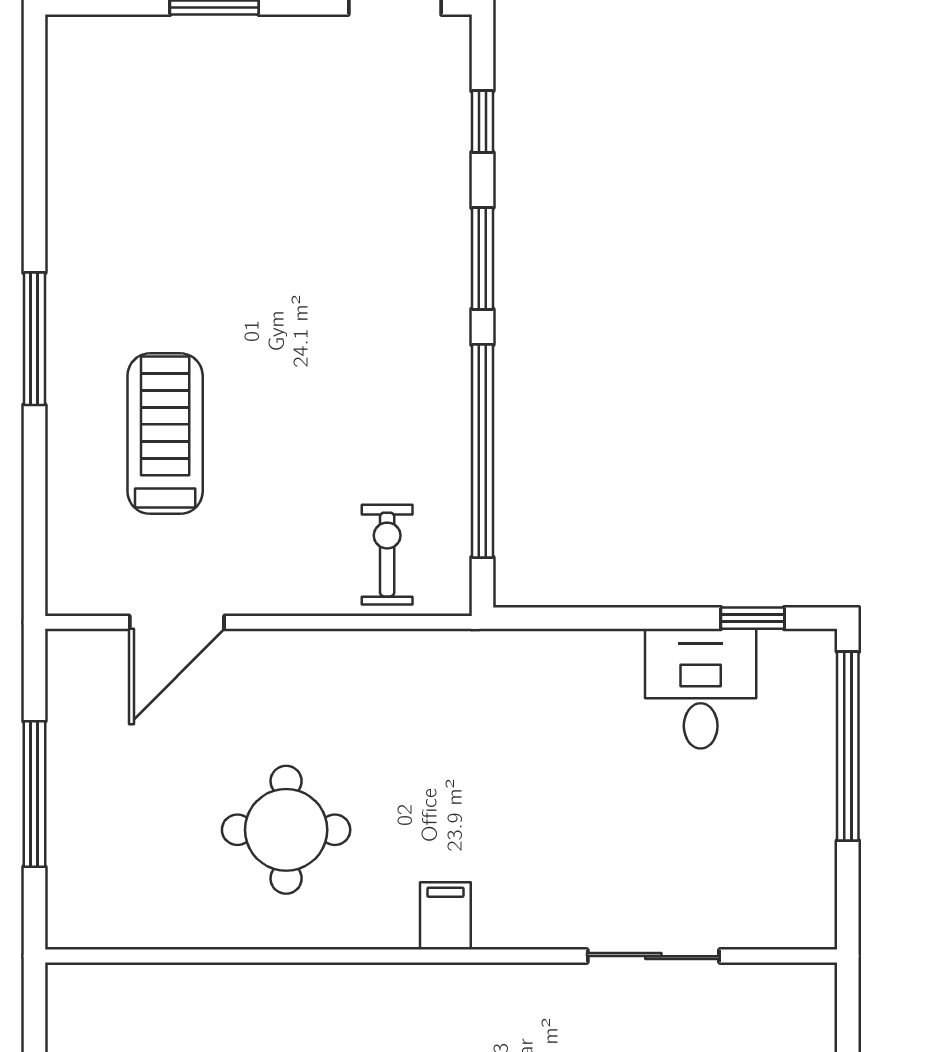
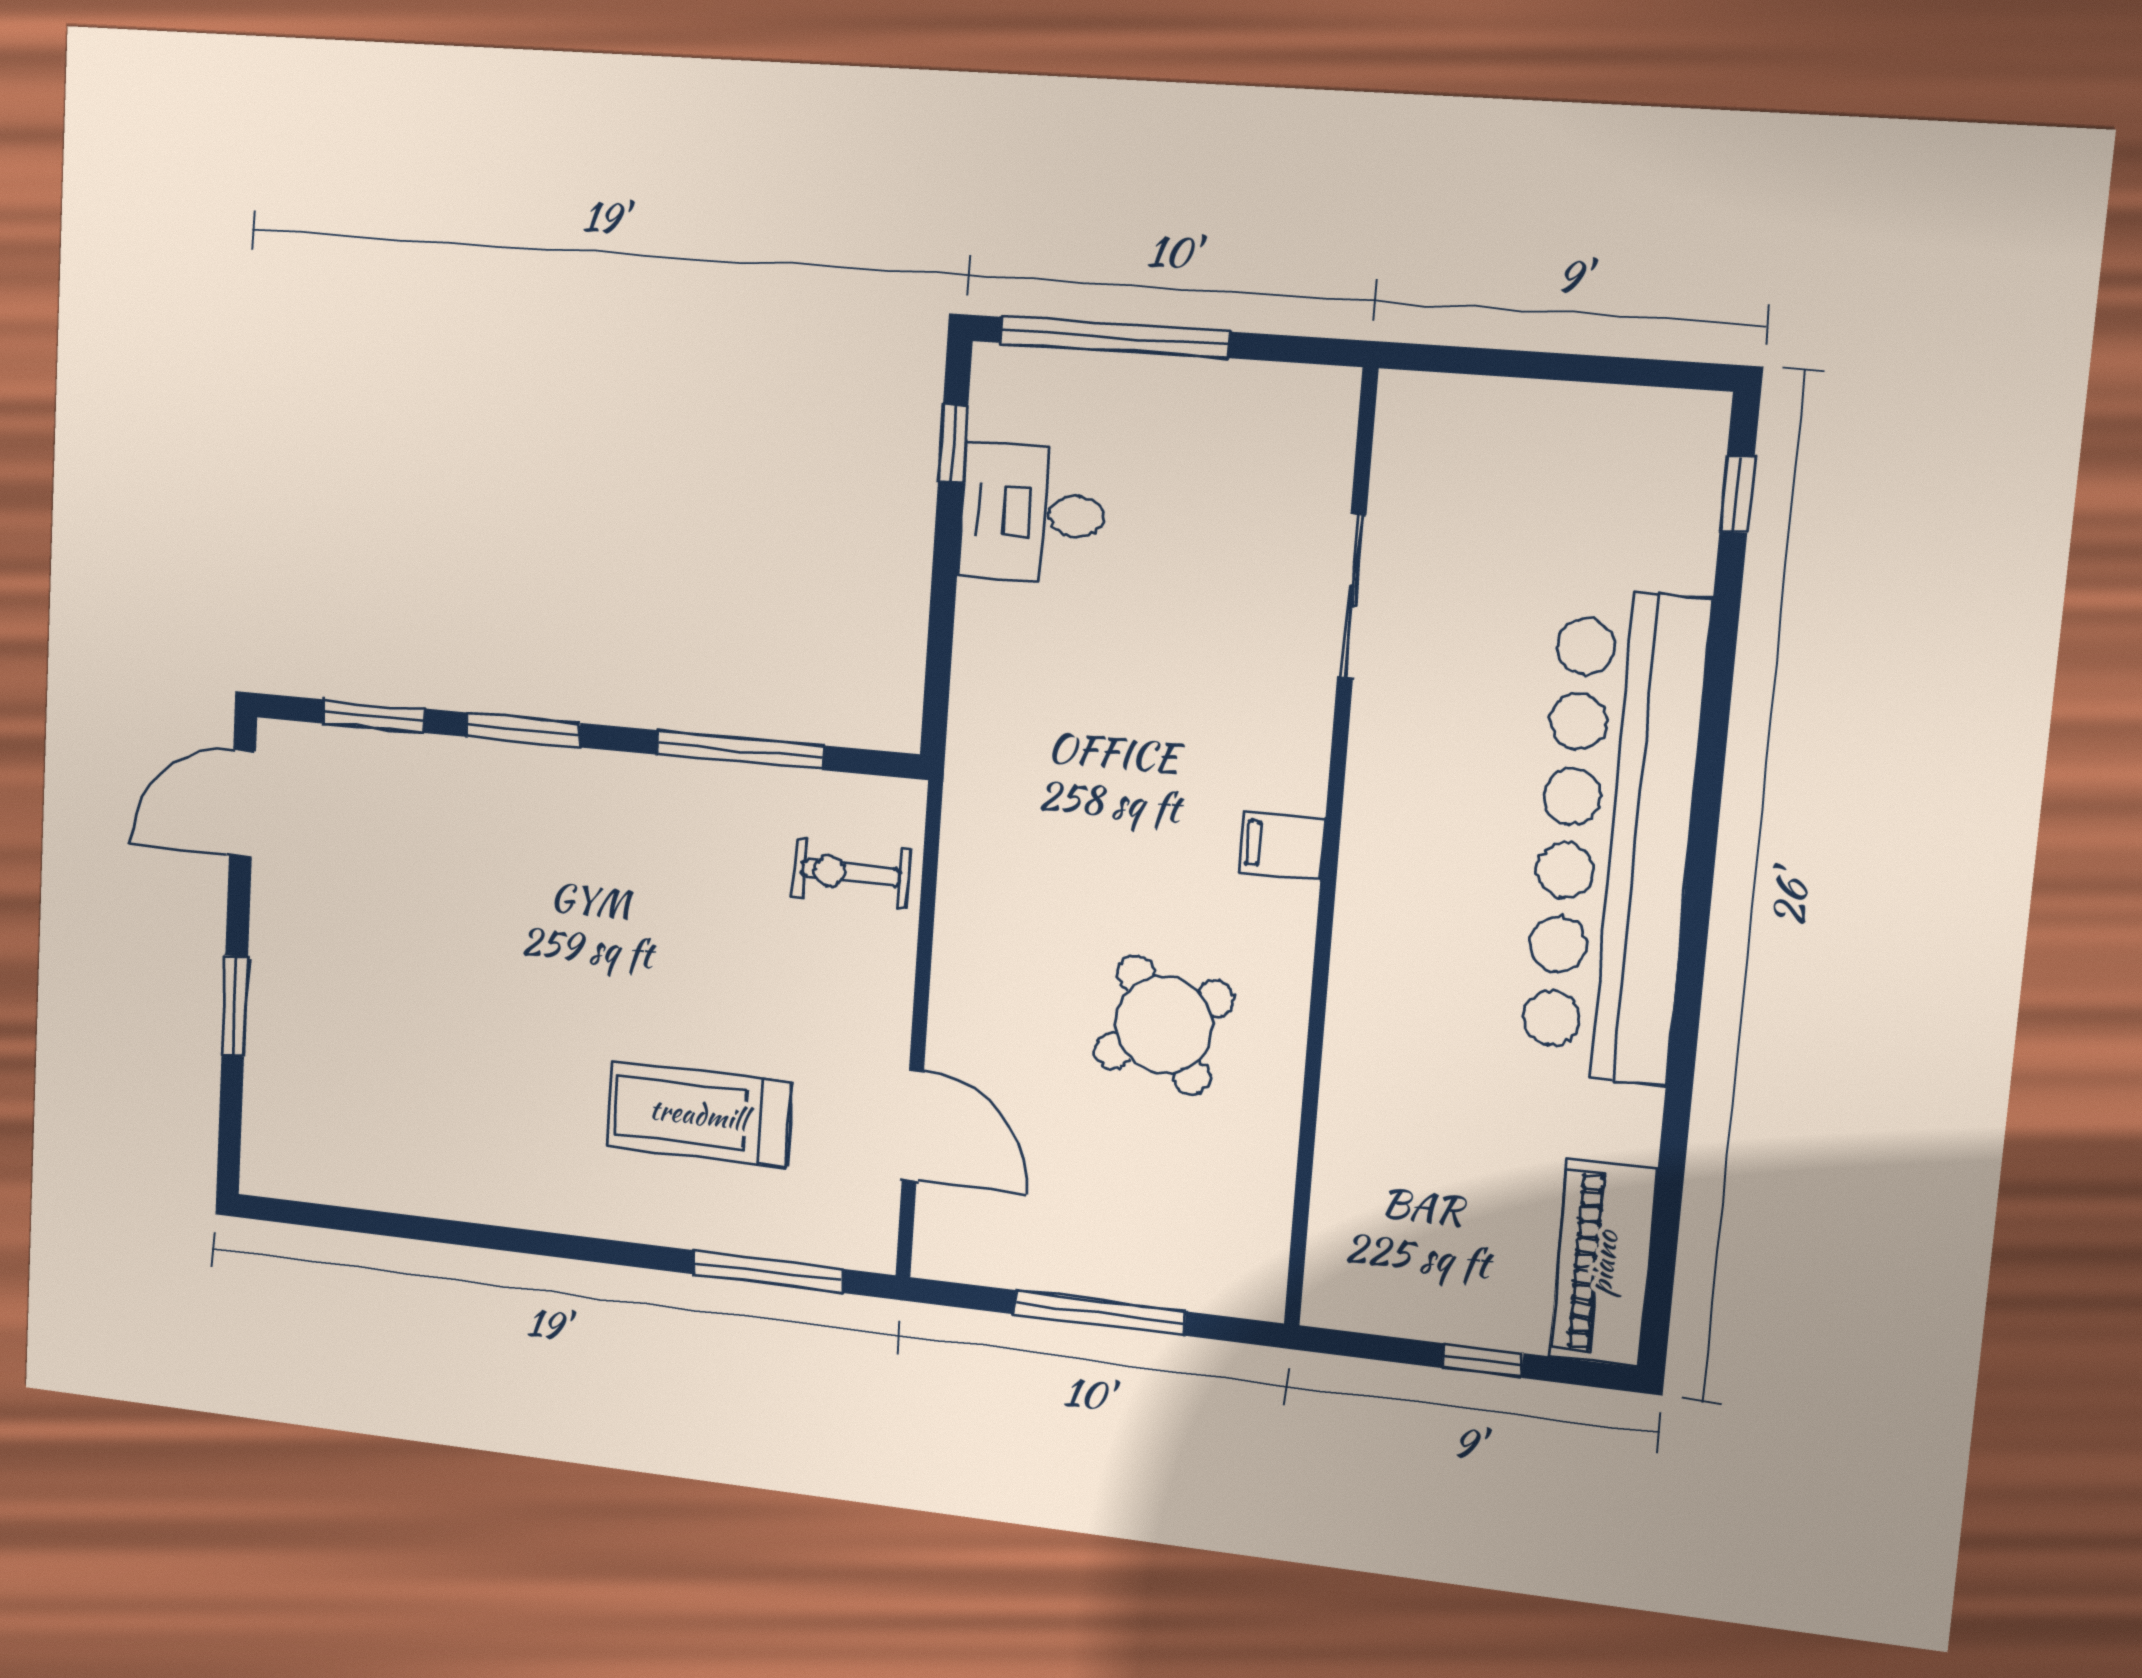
window: (482, 122) -> (373, 716), width x1.50
window: (34, 339) -> (768, 1272), moved
window: (482, 451) -> (739, 750), width x0.68
round table: (286, 830) -> (1164, 1025), turned -33

